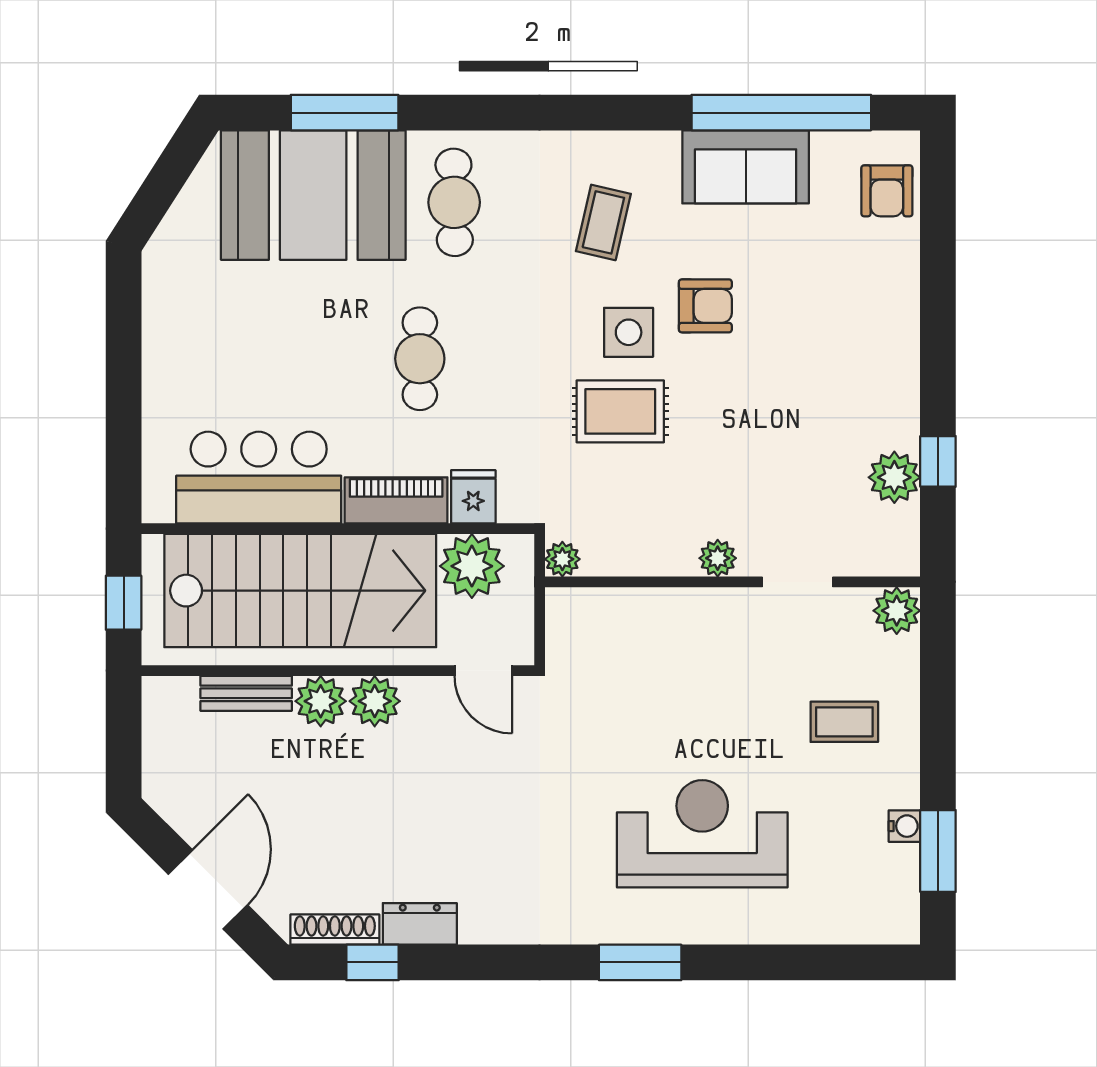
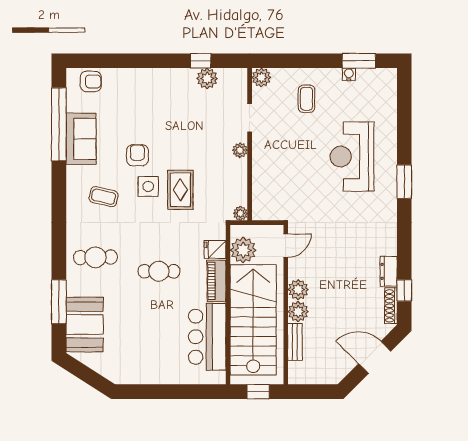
booth: (313, 195) -> (85, 325), width x0.73, depth x0.70

